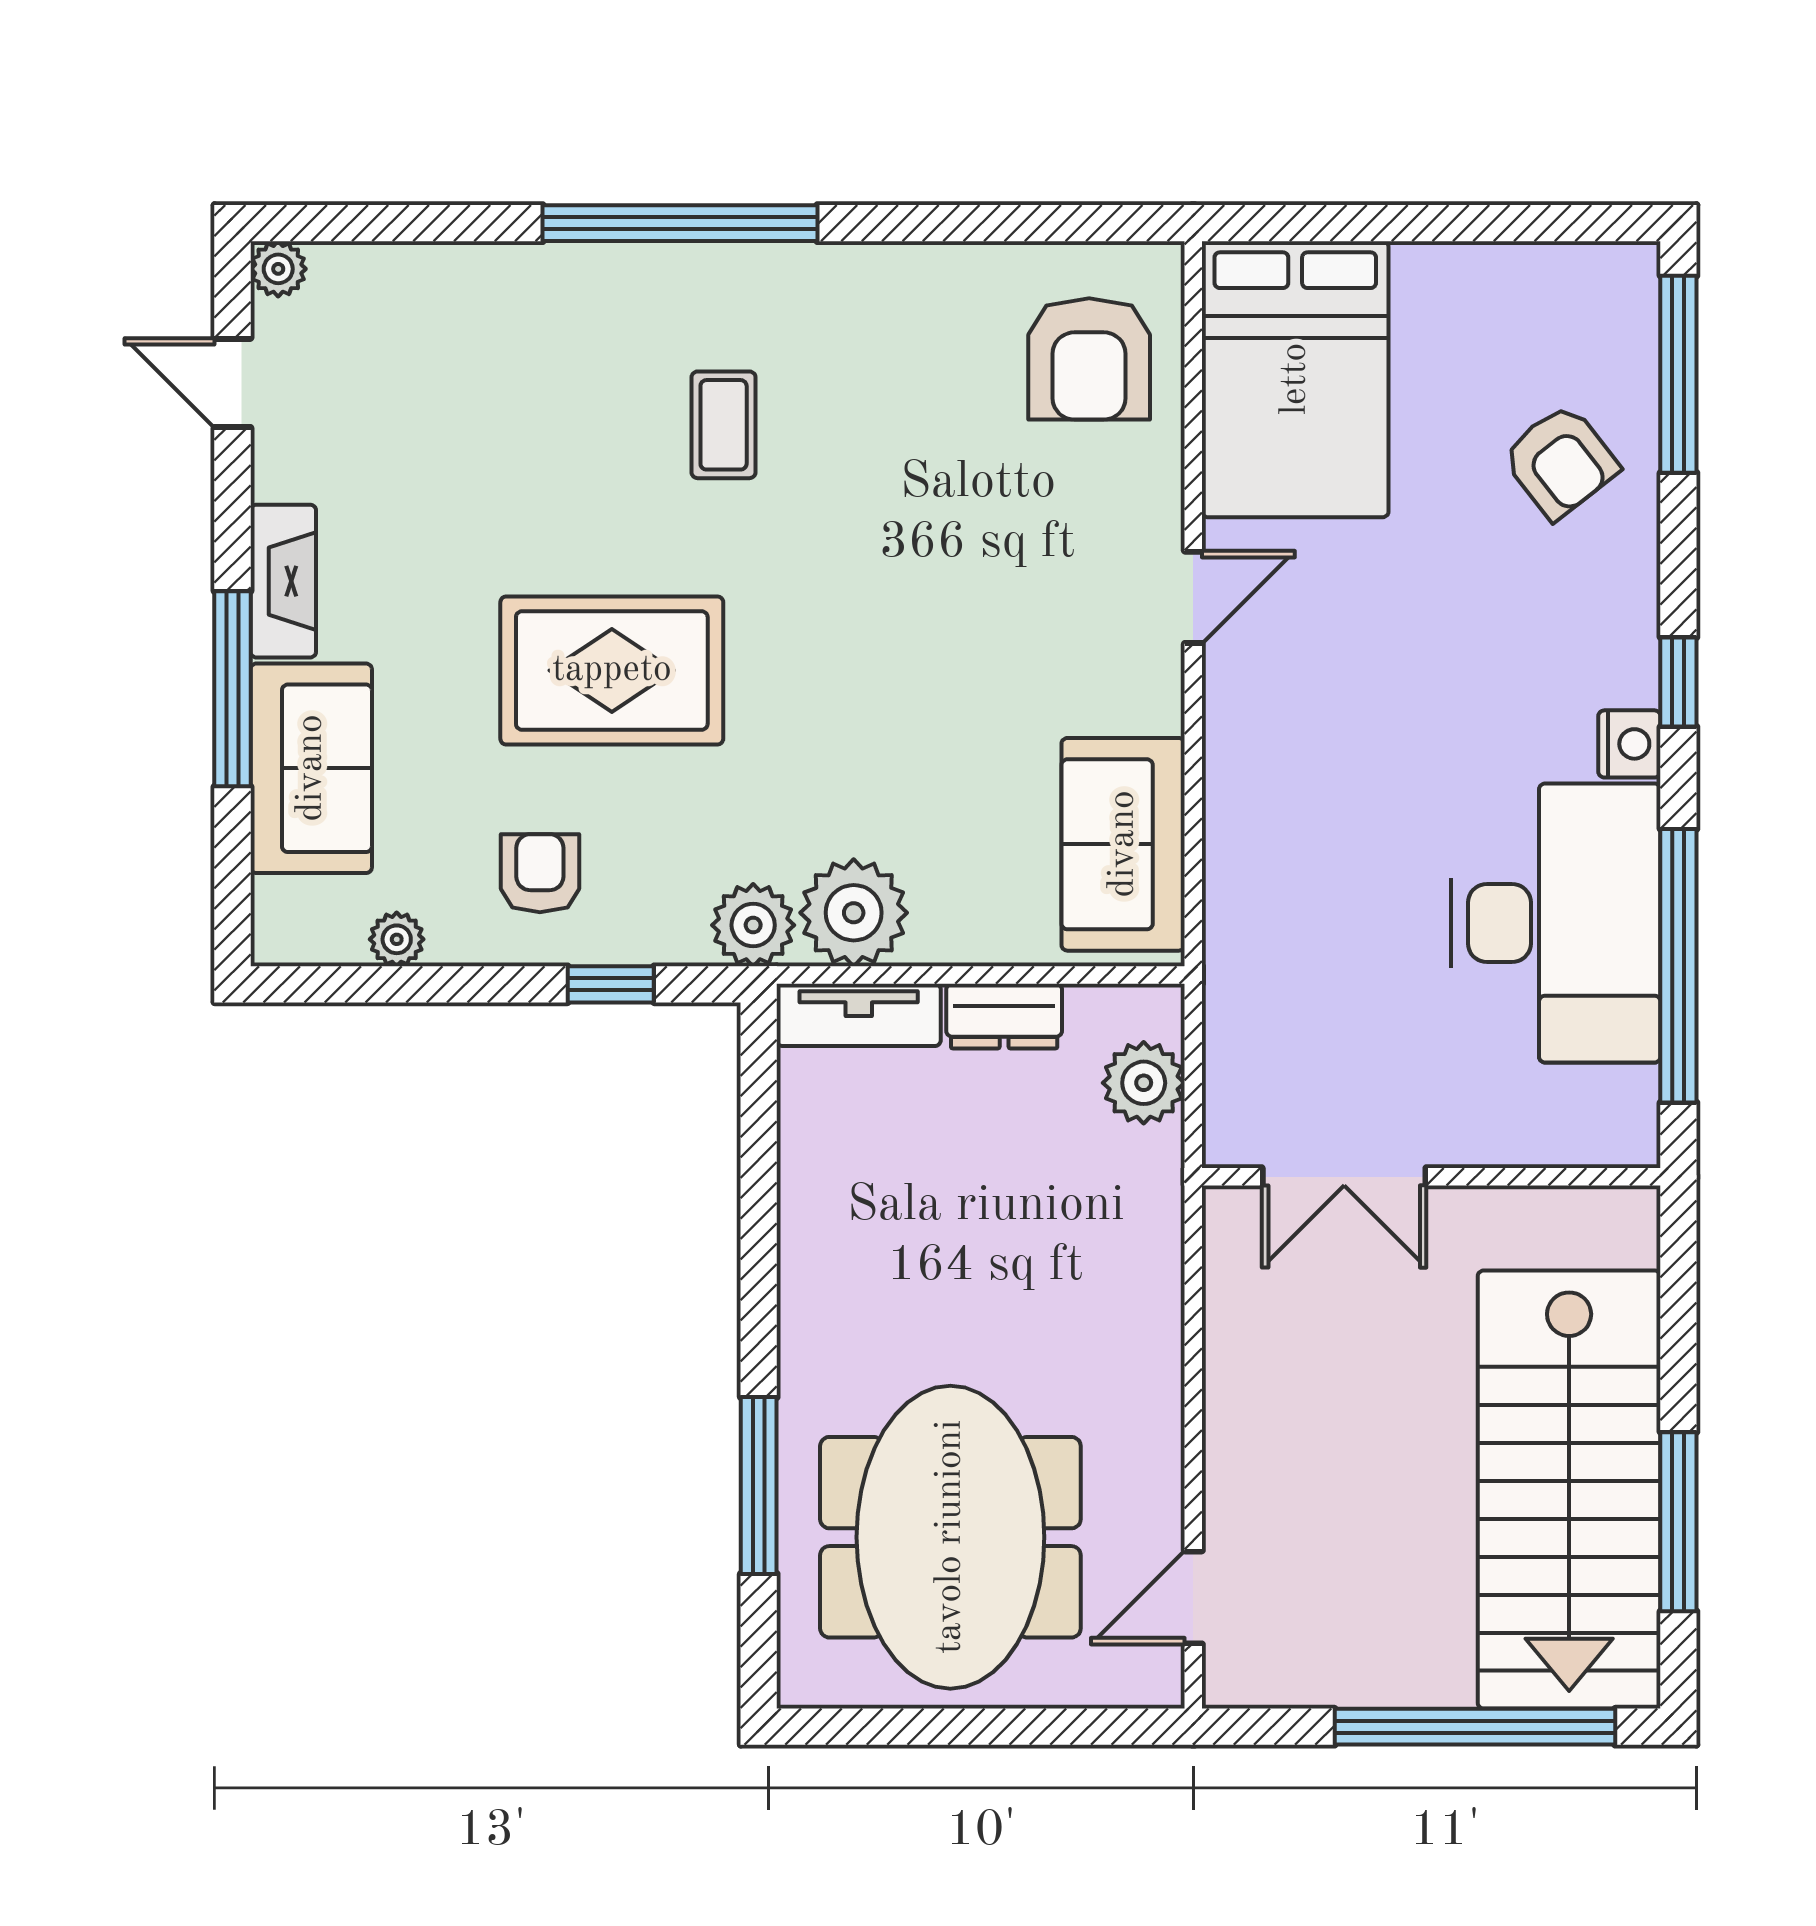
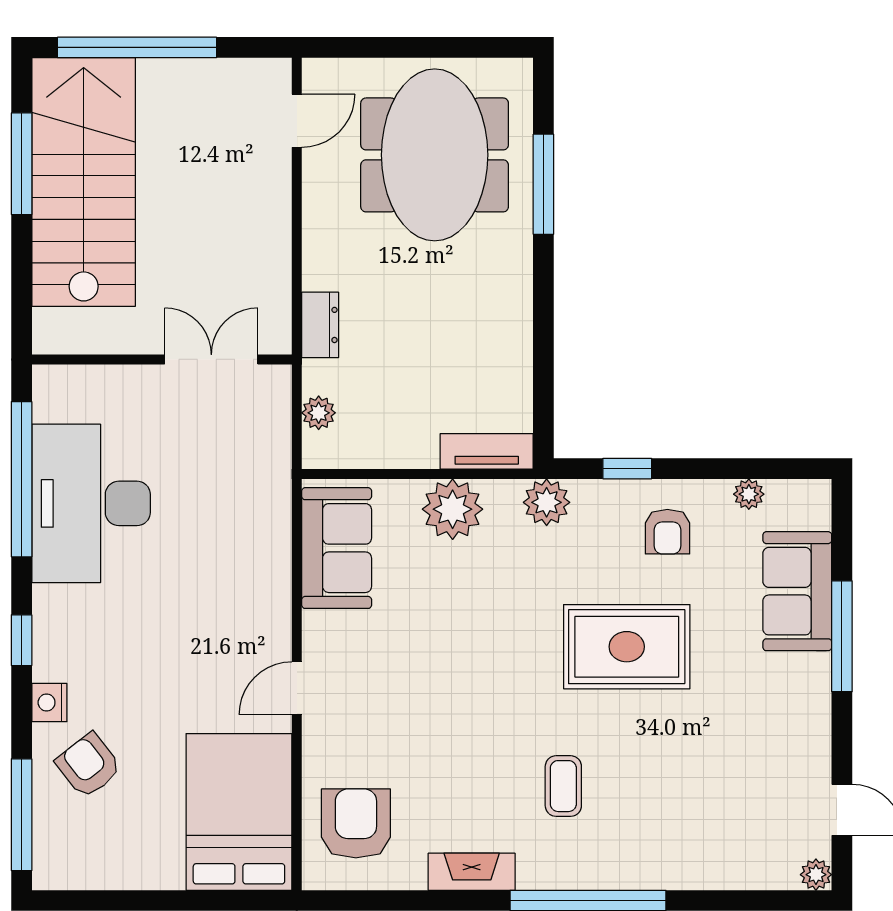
fireplace: (283, 581) -> (472, 872), moved, turned 90
nightstand: (1629, 744) -> (49, 703), moved
plant: (854, 913) -> (453, 509), moved
dresser: (1004, 1016) -> (320, 325), moved, turned 90
plant: (1144, 1083) -> (319, 413), width x0.73, depth x0.73

